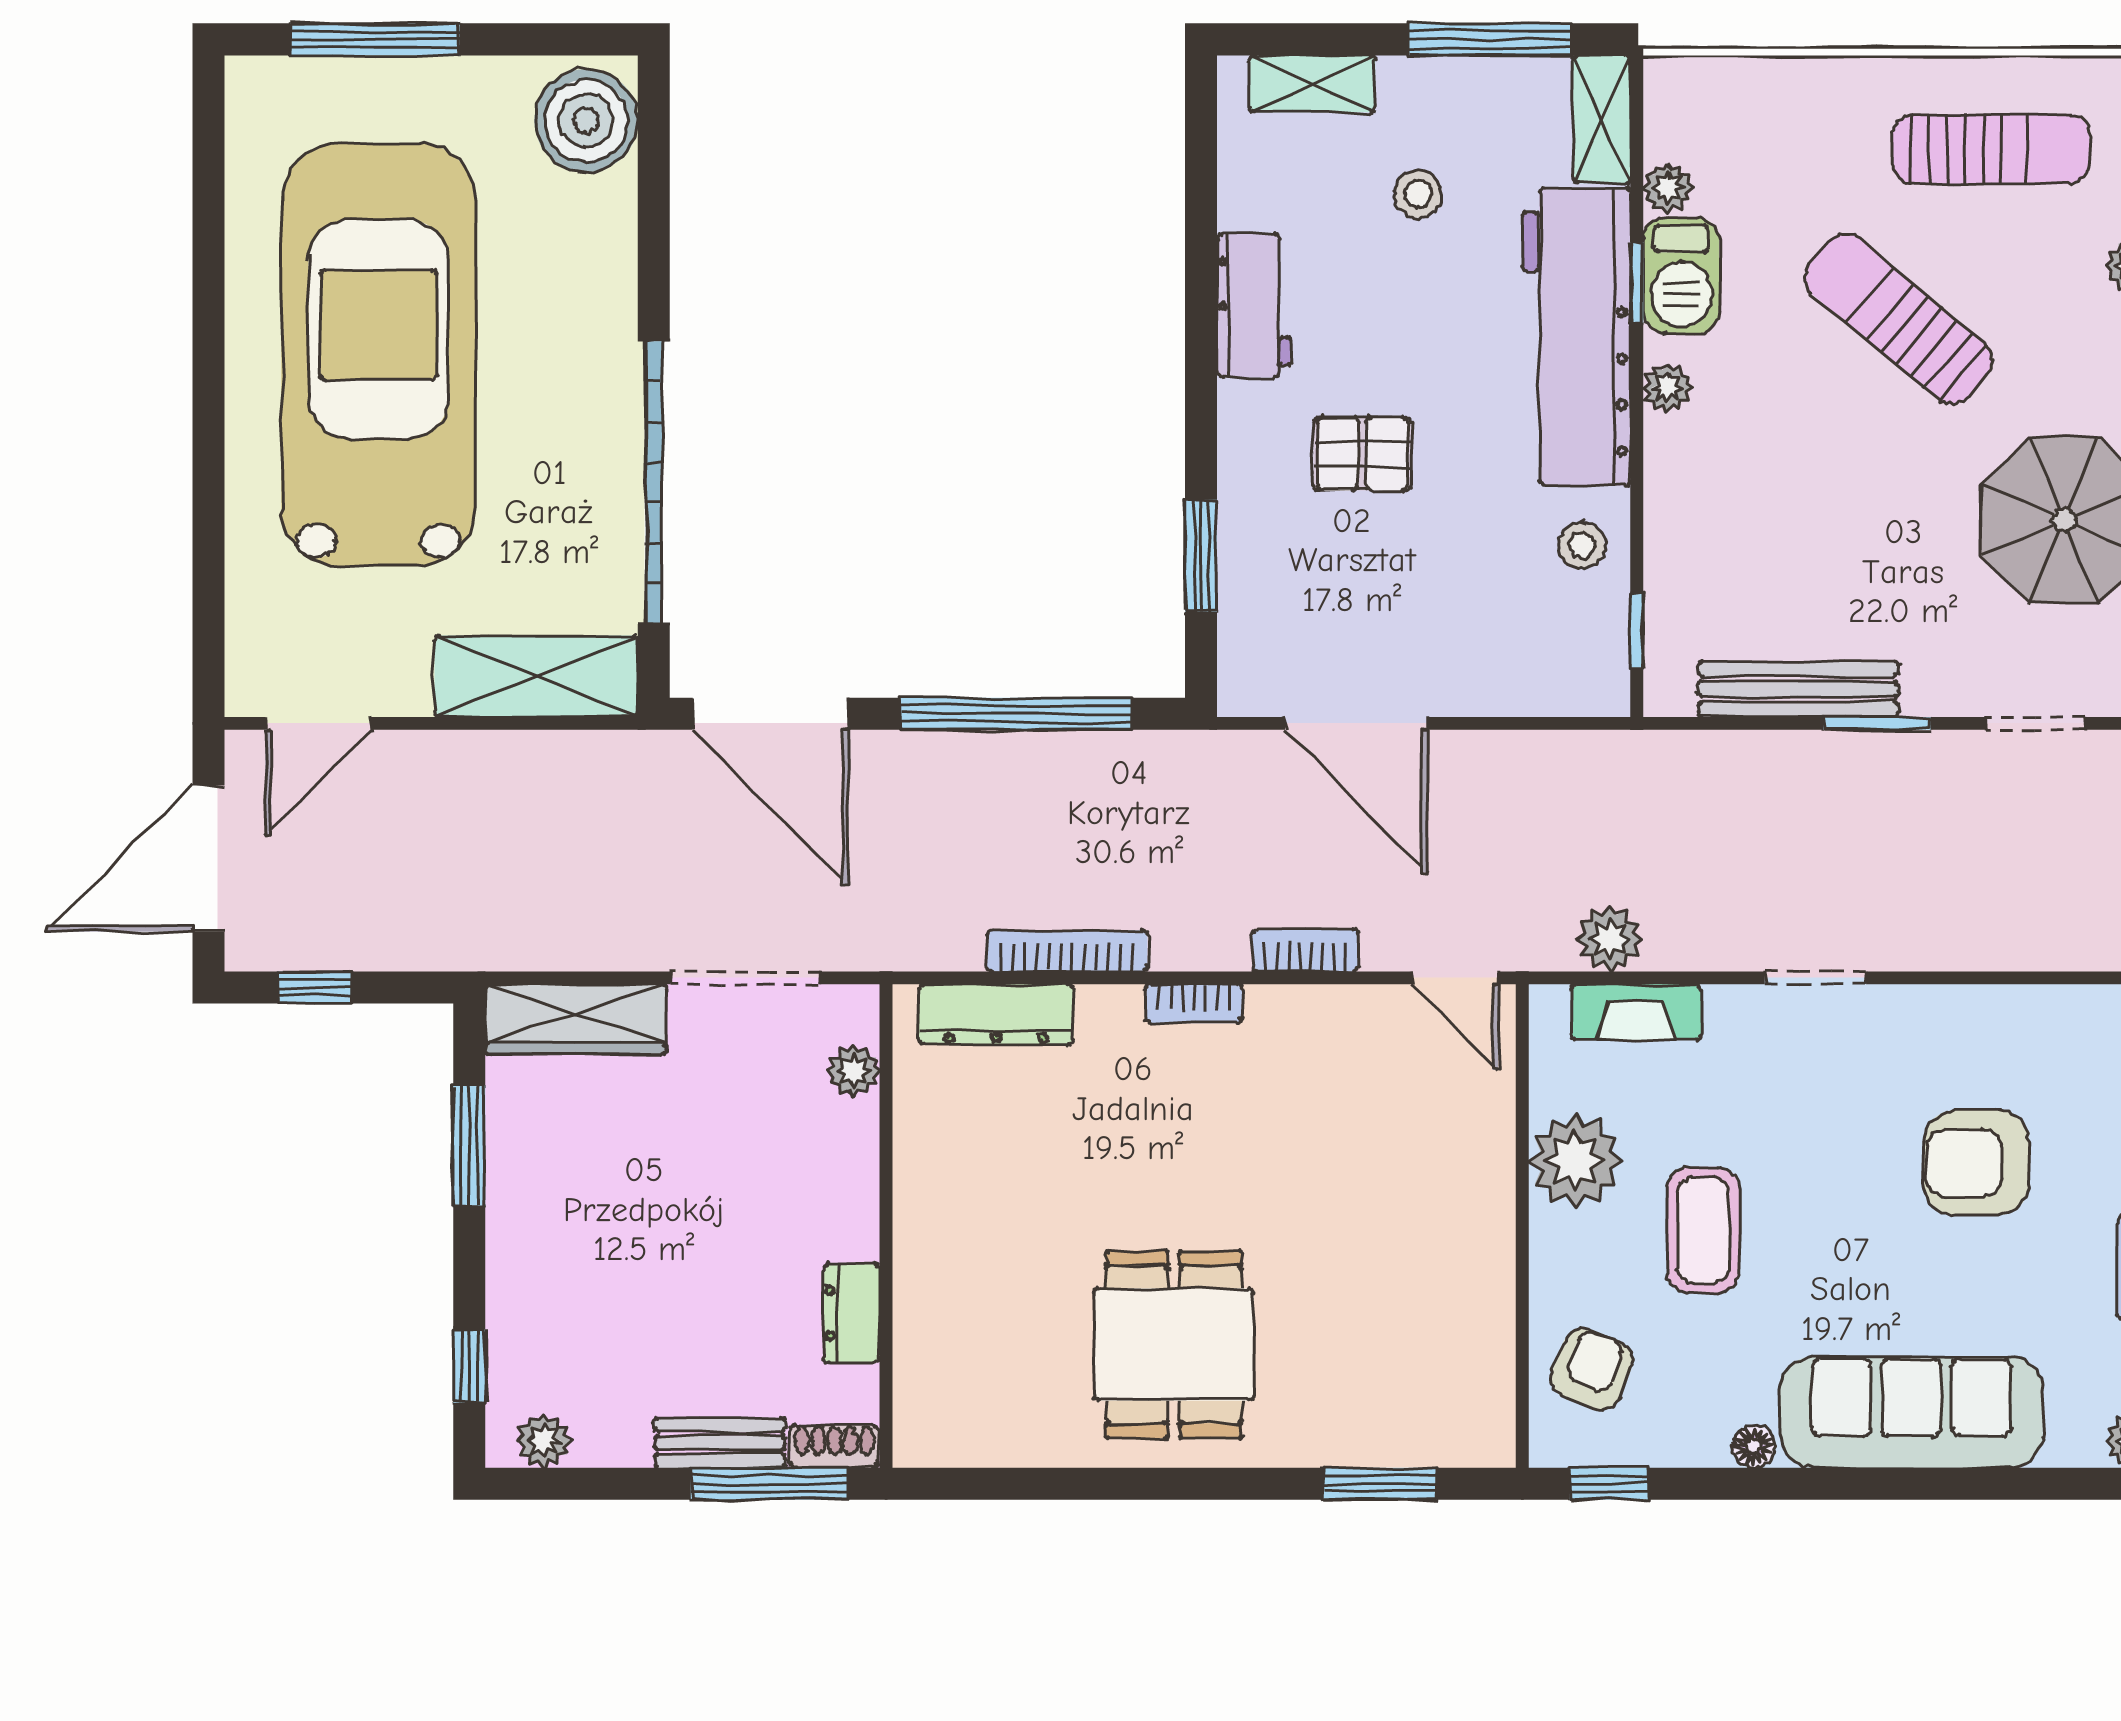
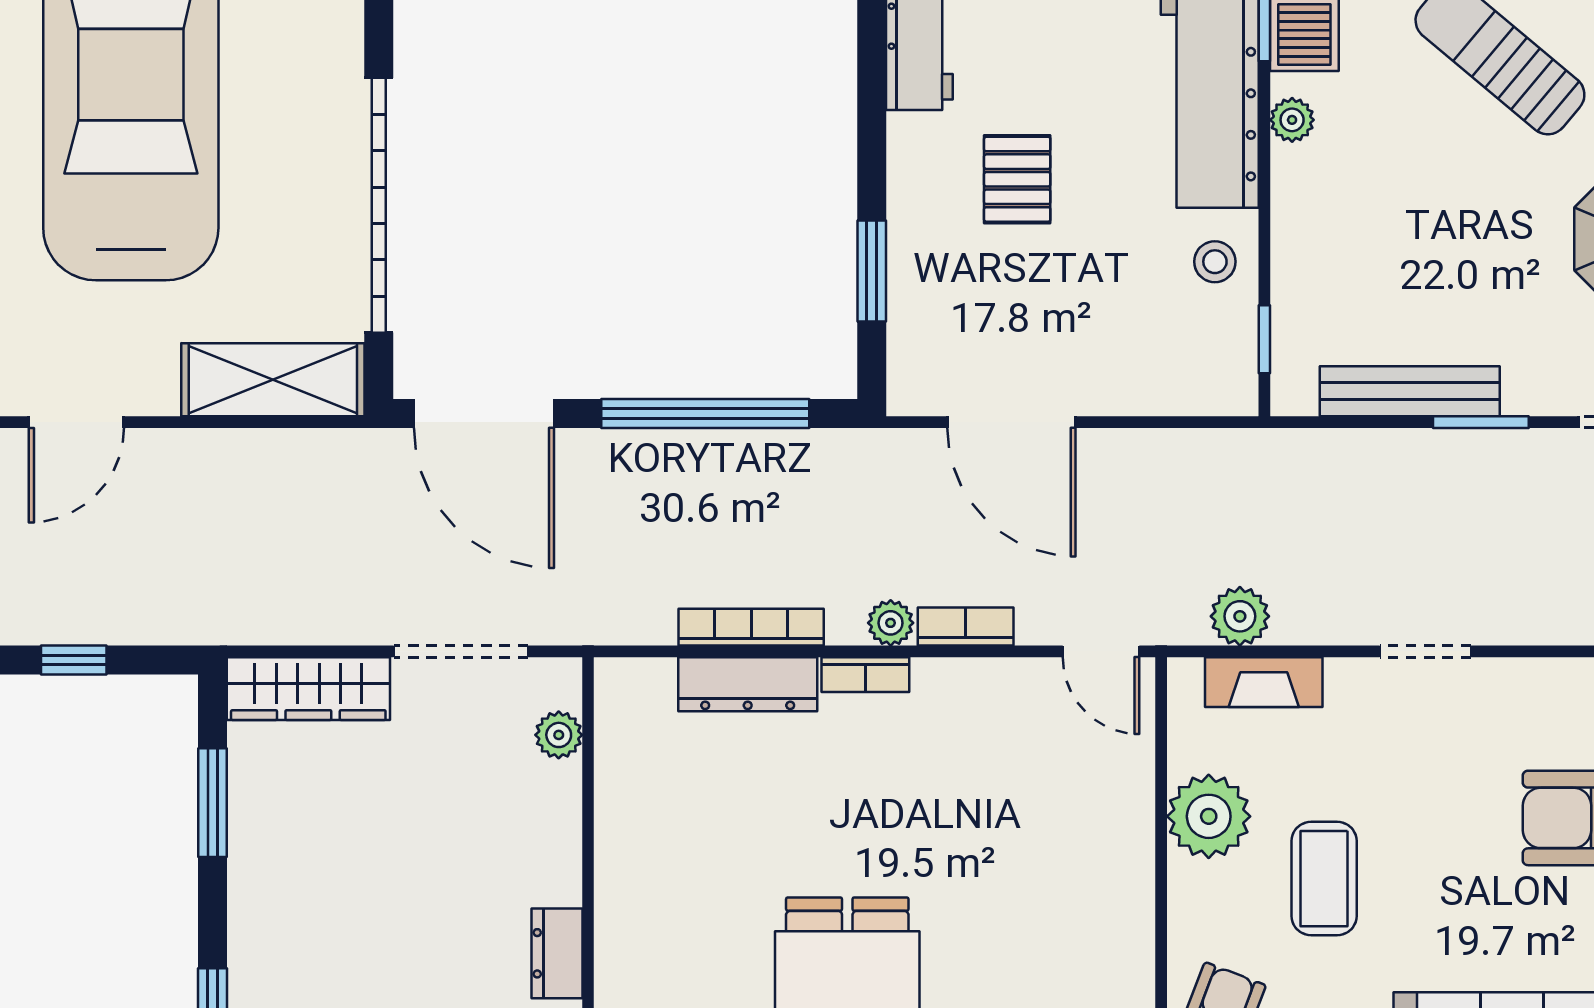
pallet: (1362, 454) -> (1017, 179), turned 90
plant: (1222, 946) -> (891, 623), added
dresser: (996, 1014) -> (748, 684), moved

